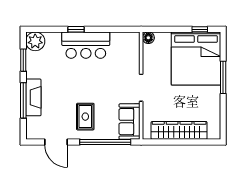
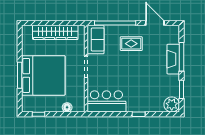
floor lamp: (148, 38) -> (67, 107), moved
bar counter: (86, 45) -> (106, 101), moved
bed: (196, 58) -> (43, 75), moved, turned 90
rug: (85, 117) -> (131, 44), turned 90

